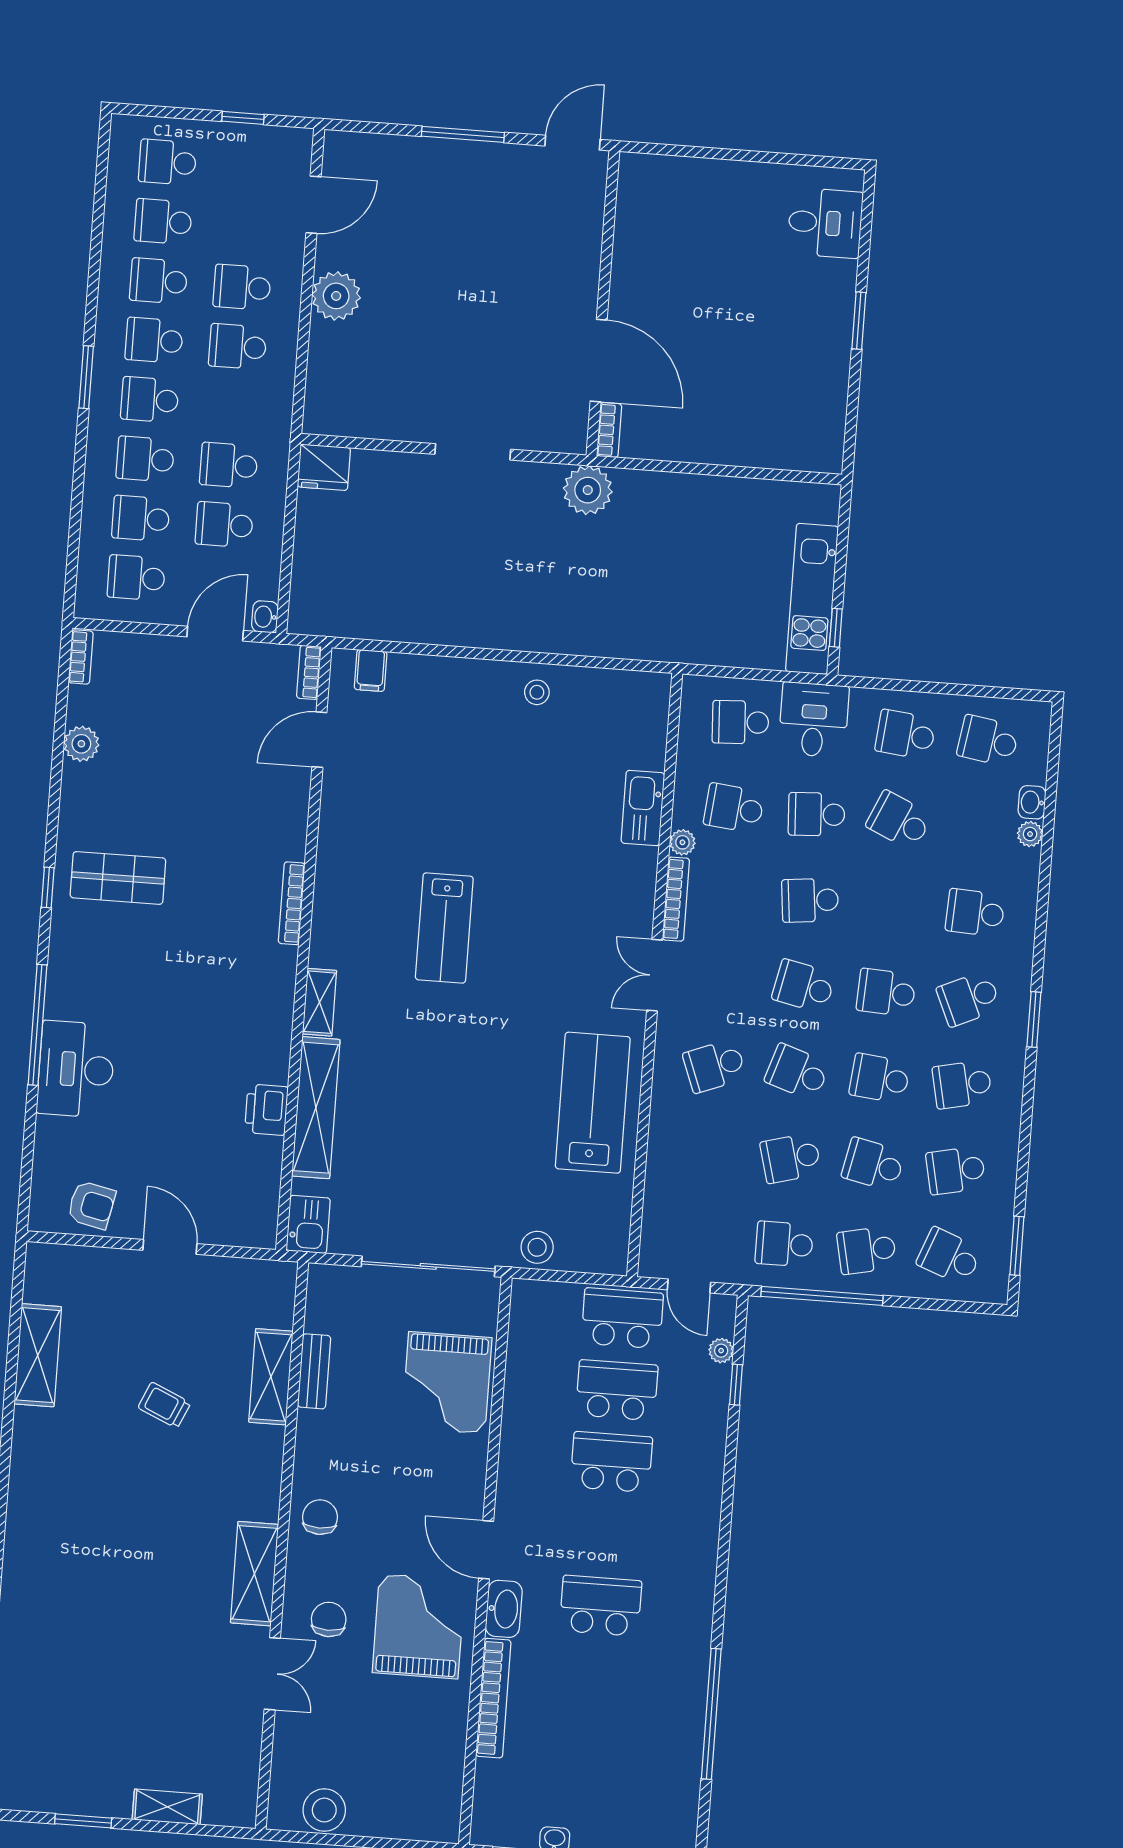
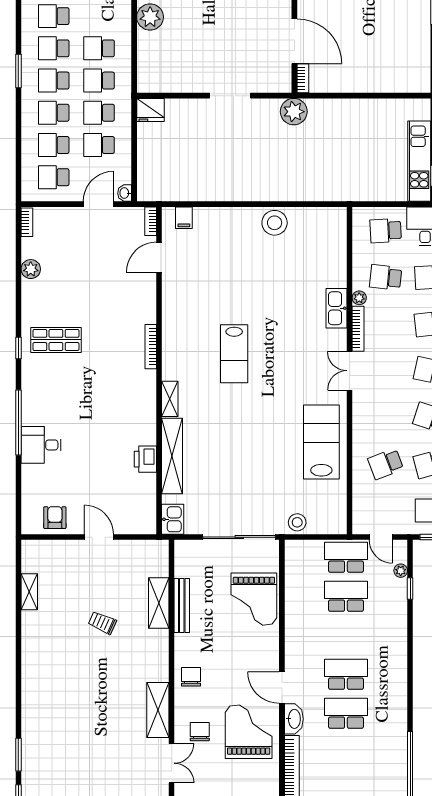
school desk: (242, 287) -> (99, 81), moved
stool: (537, 692) -> (275, 223), width x1.89, depth x1.89
kitchen sink: (643, 808) -> (336, 308), moved
school desk: (715, 1066) -> (386, 464), moved
desk: (76, 1069) -> (41, 445), width x0.73
armchair: (91, 1205) -> (55, 518), turned -102
shelving: (38, 1355) -> (29, 592), width x0.67, depth x0.75
bench: (314, 1371) -> (182, 606), width x1.36
school desk: (611, 1462) -> (346, 674), moved

